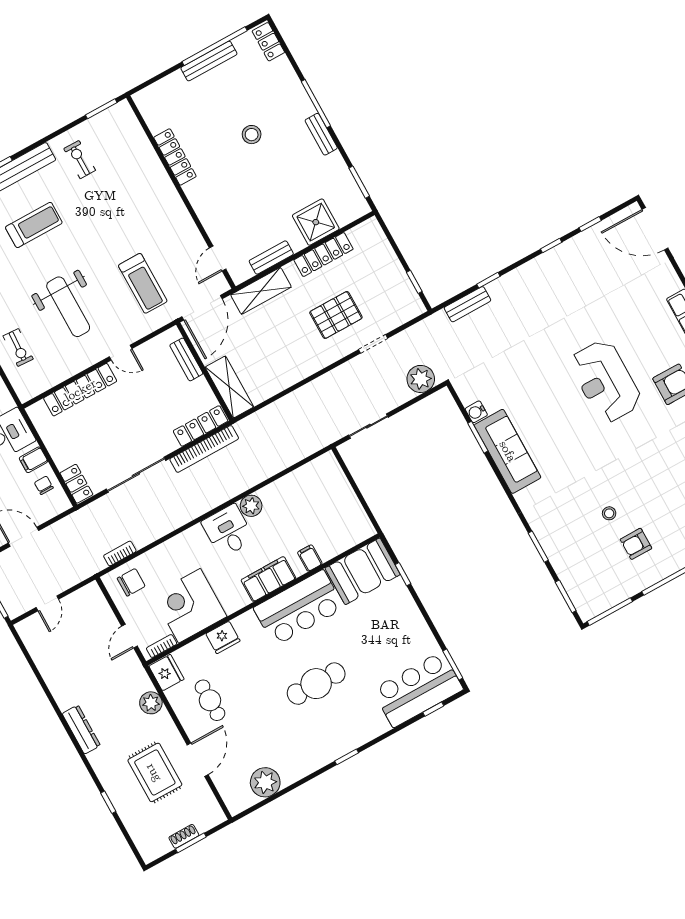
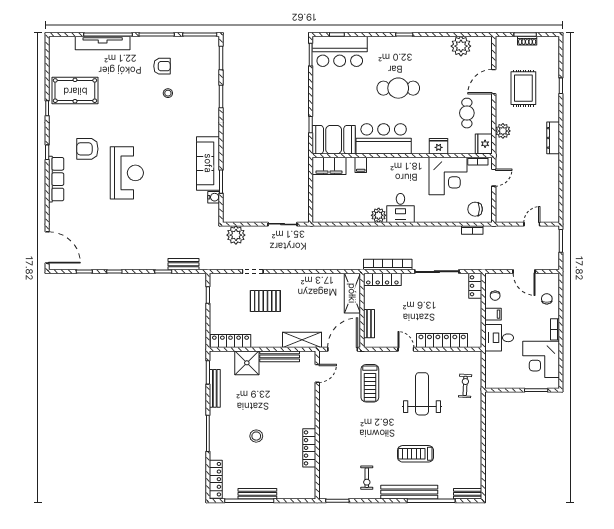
locker: (268, 42) -> (216, 479), width x1.53
bench: (321, 134) -> (215, 388), moved, width x1.36
locker: (324, 255) -> (230, 341), moved
bench: (271, 257) -> (280, 356), width x1.36
treadmill: (143, 283) -> (370, 383), turned 180
filing cabinet: (268, 579) -> (329, 166), moved

